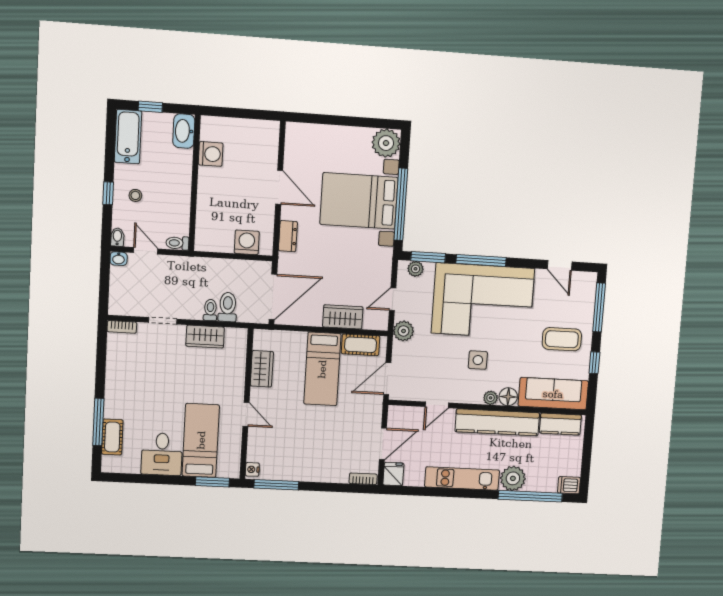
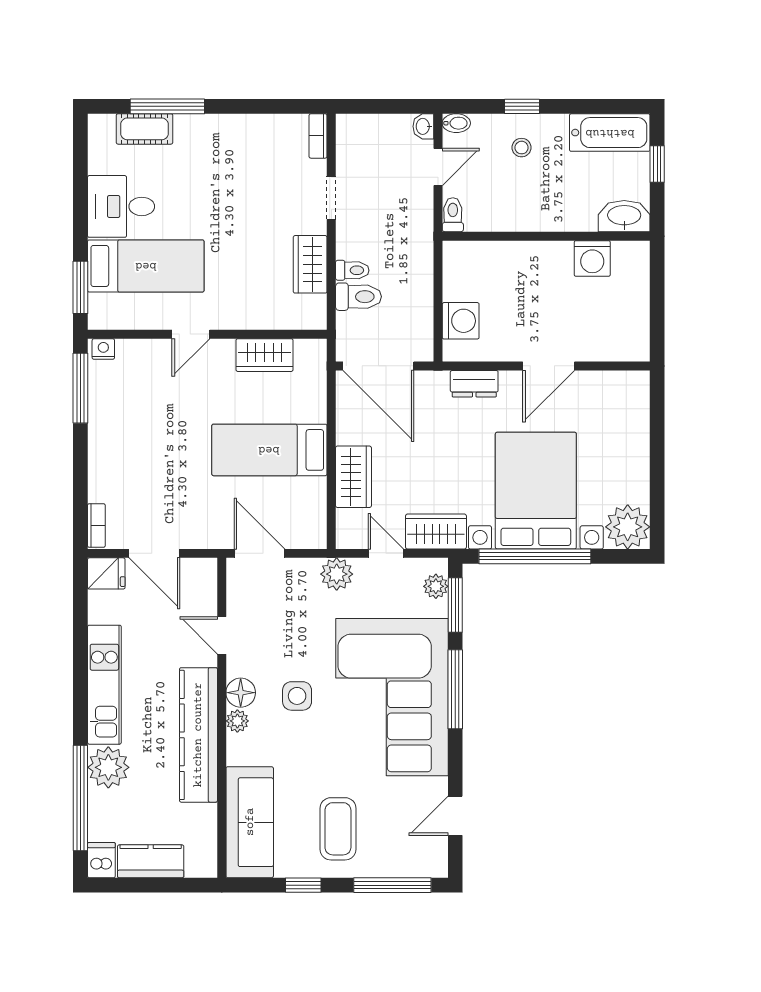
wardrobe: (381, 267) -> (436, 532), added
cot: (361, 345) -> (311, 508), removed
floor lamp: (508, 397) -> (241, 693), moved
kitchen counter: (560, 424) -> (151, 861), moved, turned 90

